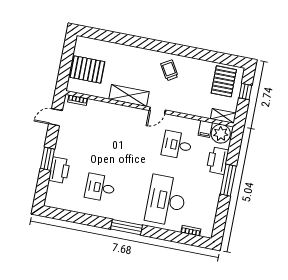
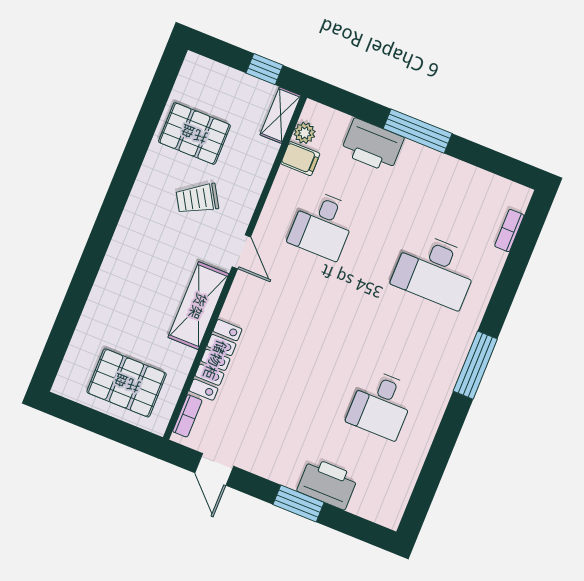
pallet: (87, 70) -> (127, 383), turned 90
trolley: (169, 70) -> (197, 199), moved
pallet: (224, 81) -> (194, 134), moved
window: (245, 92) -> (264, 69), moved
locker: (106, 108) -> (215, 360), added
plant: (221, 134) -> (305, 133), width x0.53, depth x0.53
desk: (166, 200) -> (435, 271), width x0.73, depth x0.77

